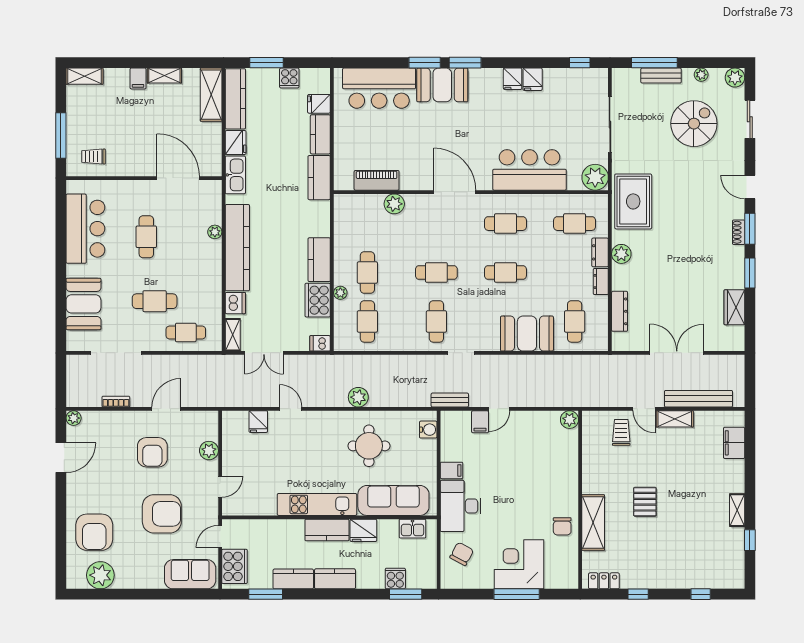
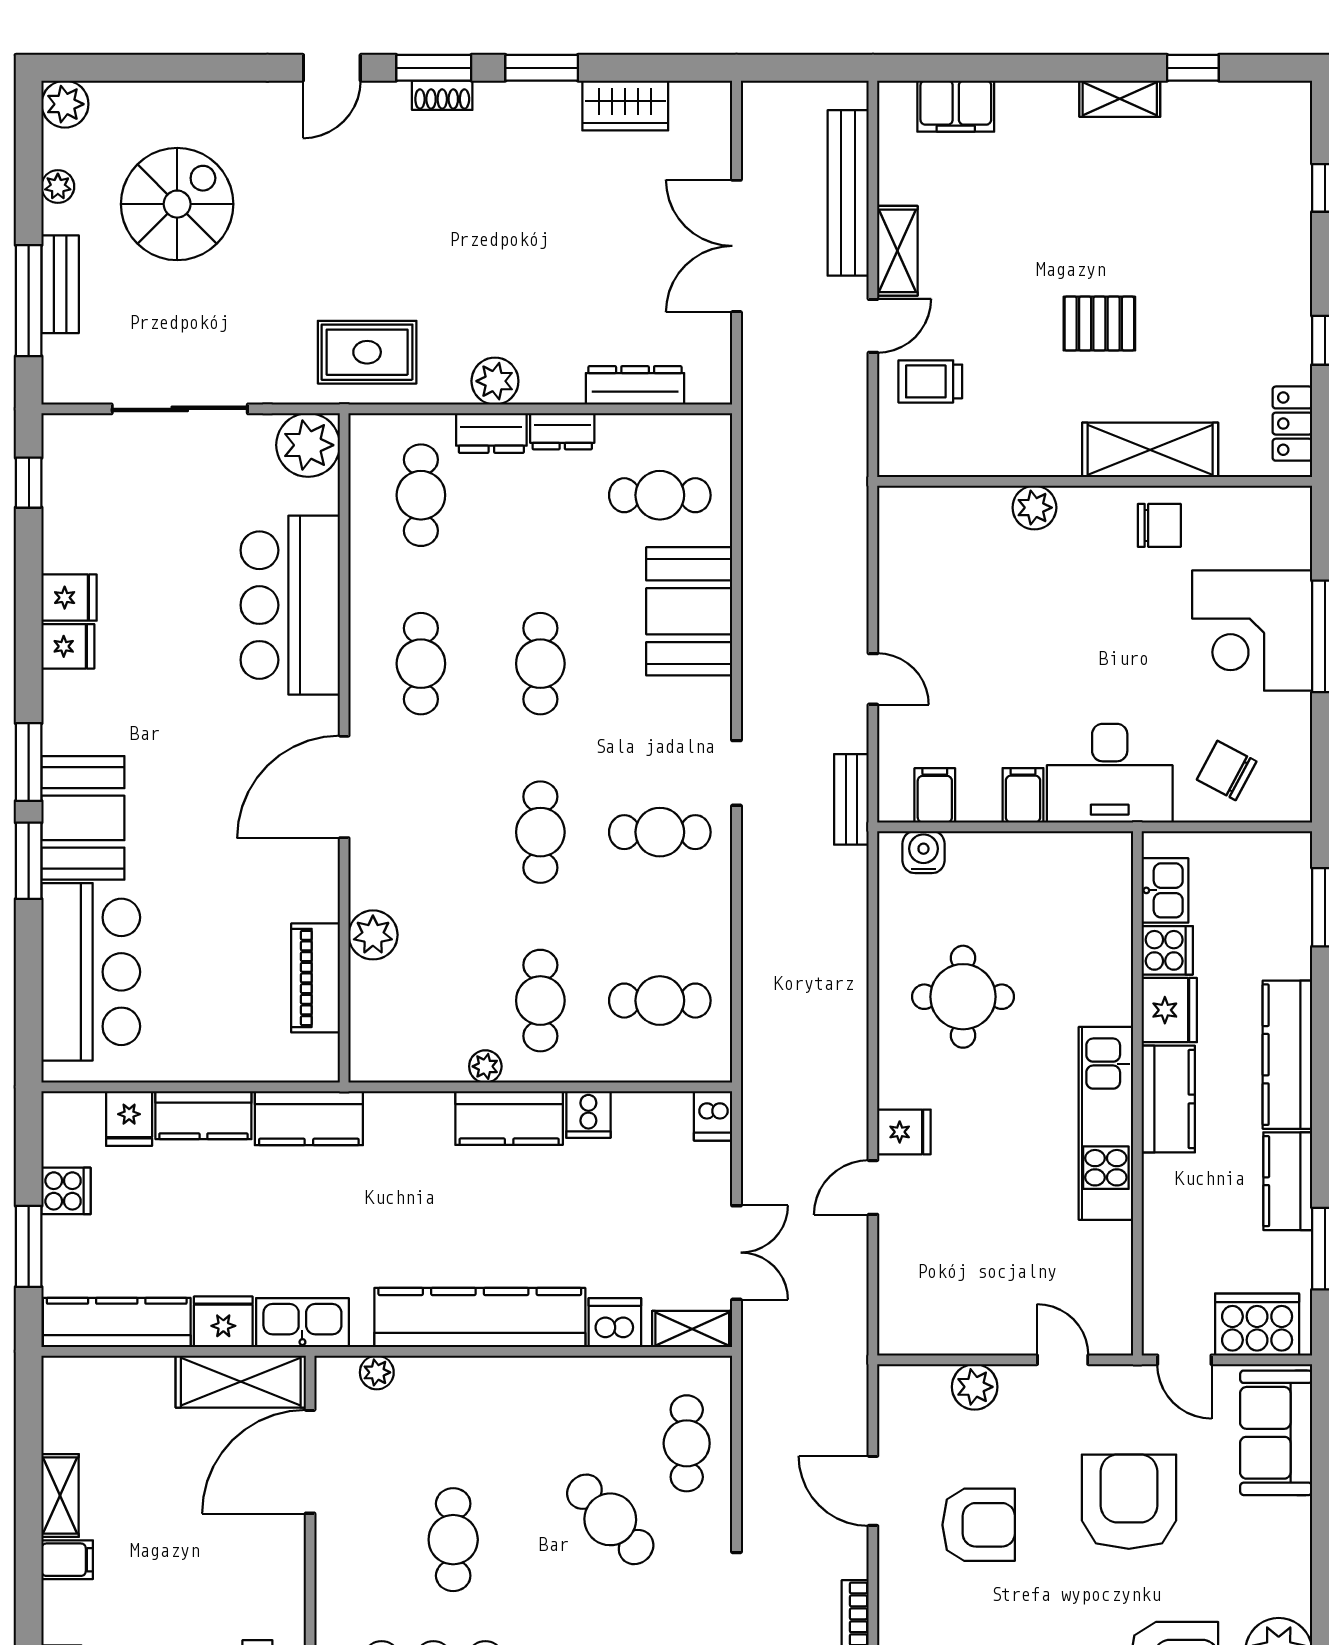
shelving: (211, 95) -> (241, 1382), moved
sliding door: (750, 119) -> (167, 68), removed
spiral stairs: (694, 124) -> (177, 204), turned 90
rug: (633, 201) -> (367, 352), width x0.73, depth x0.70
plant: (215, 232) -> (377, 1372), moved
cafe table: (146, 237) -> (453, 1540), turned 90
cafe table: (367, 273) -> (540, 1001), turned 90
plant: (340, 293) -> (485, 1066), moved
cooker: (318, 300) -> (588, 1114), width x0.53, depth x0.76
cafe table: (155, 301) -> (610, 1519), turned -43
plant: (358, 397) -> (845, 1023), removed
plant: (569, 420) -> (1034, 508), moved
fridge: (258, 422) -> (904, 1132), moved
filing cabinet: (480, 422) -> (935, 795), moved, turned -90
sofa: (393, 500) -> (1096, 937), removed
cooker: (395, 578) -> (1167, 950), moved, turned 180
kitchen counter: (335, 579) -> (1287, 1055), width x1.50

